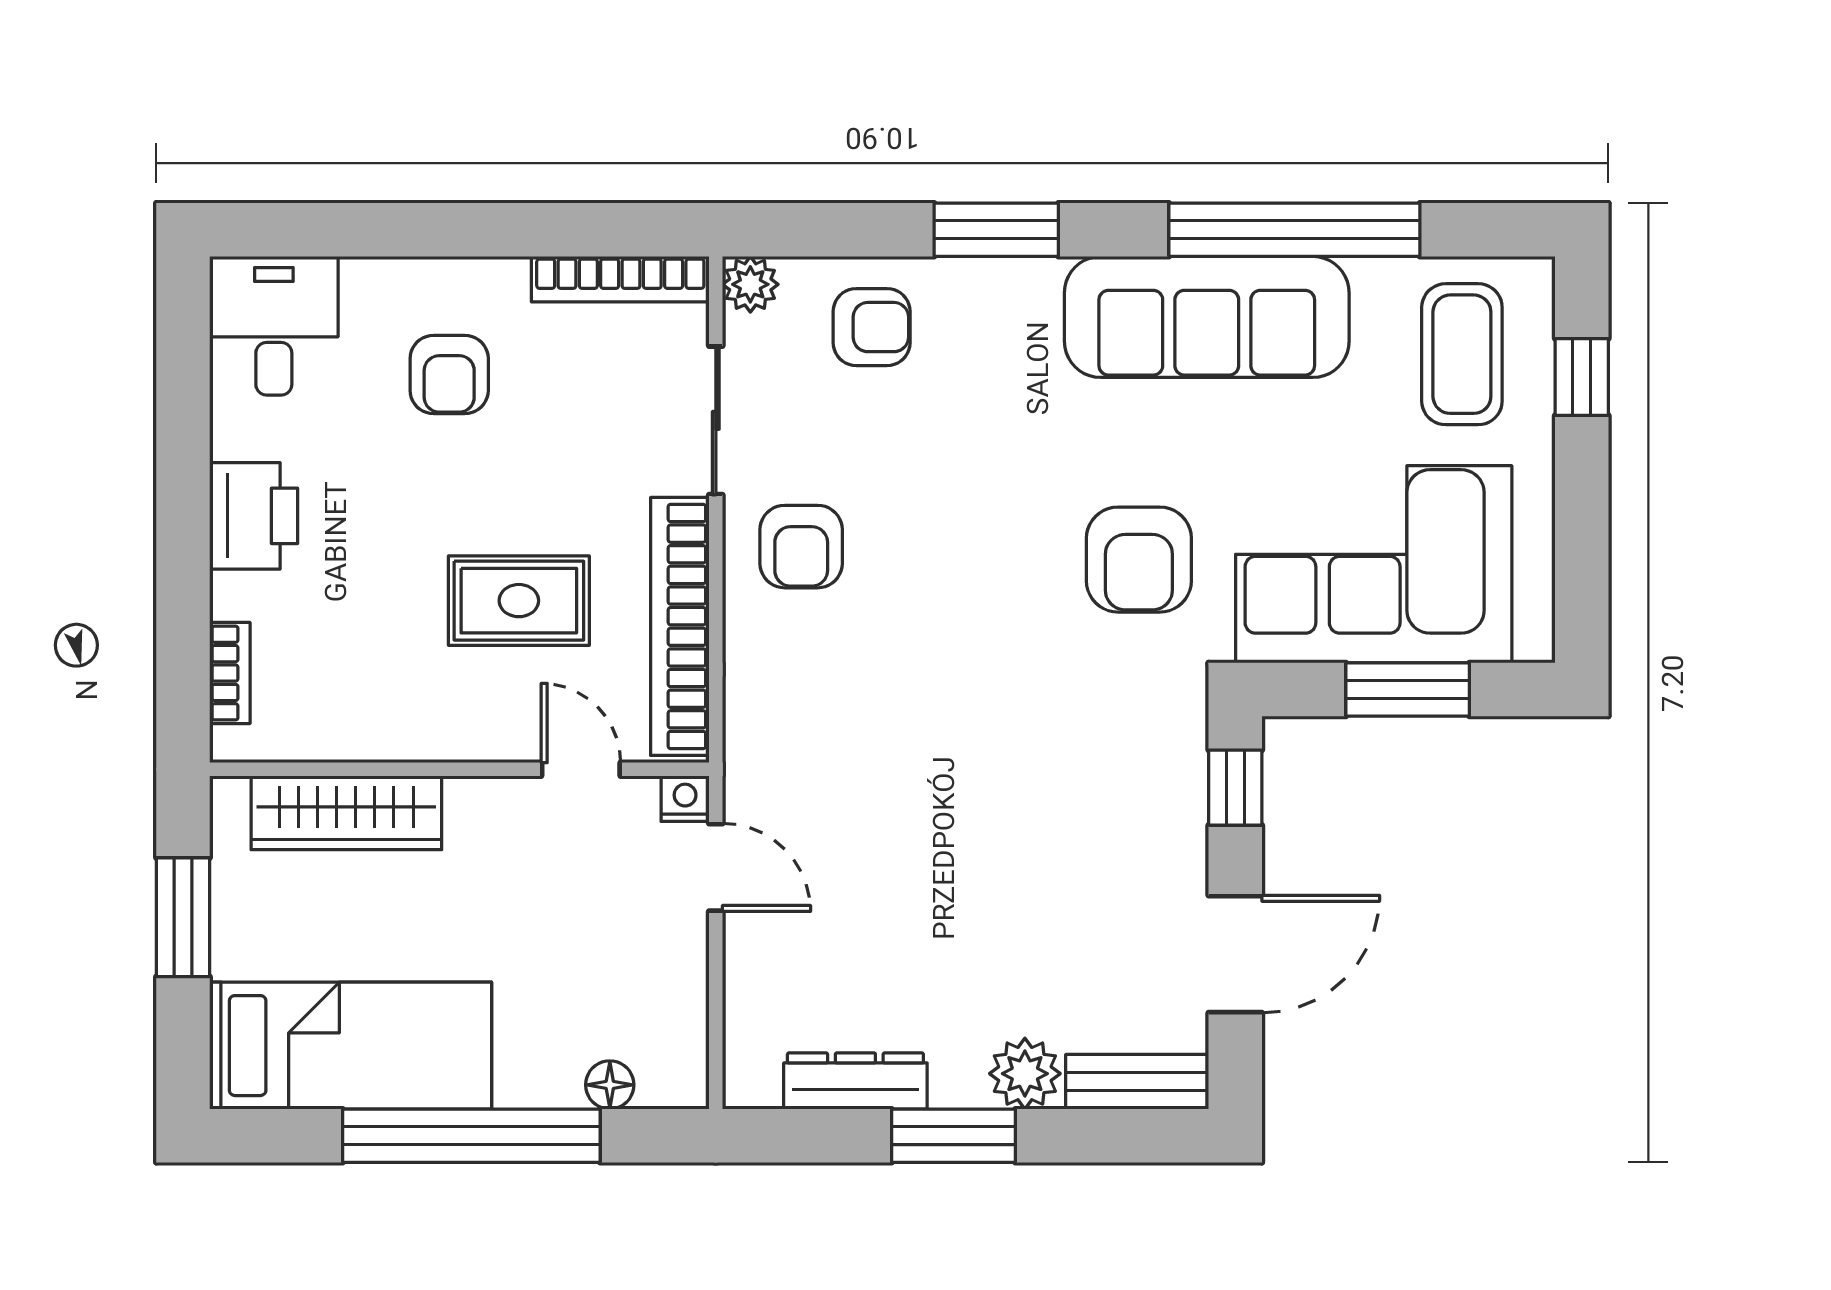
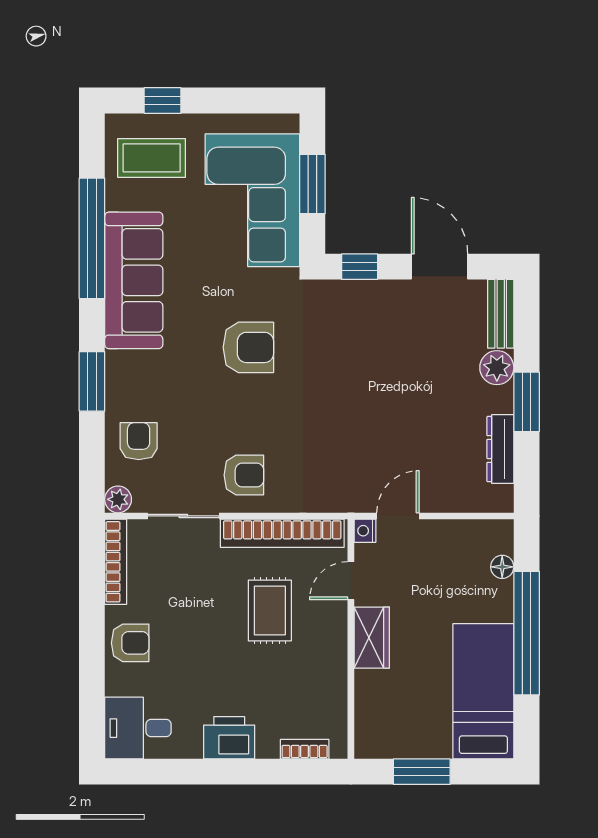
armchair: (449, 375) -> (130, 643), moved
armchair: (1139, 560) -> (248, 347), moved
wardrobe: (346, 813) -> (372, 638), moved, width x0.67

